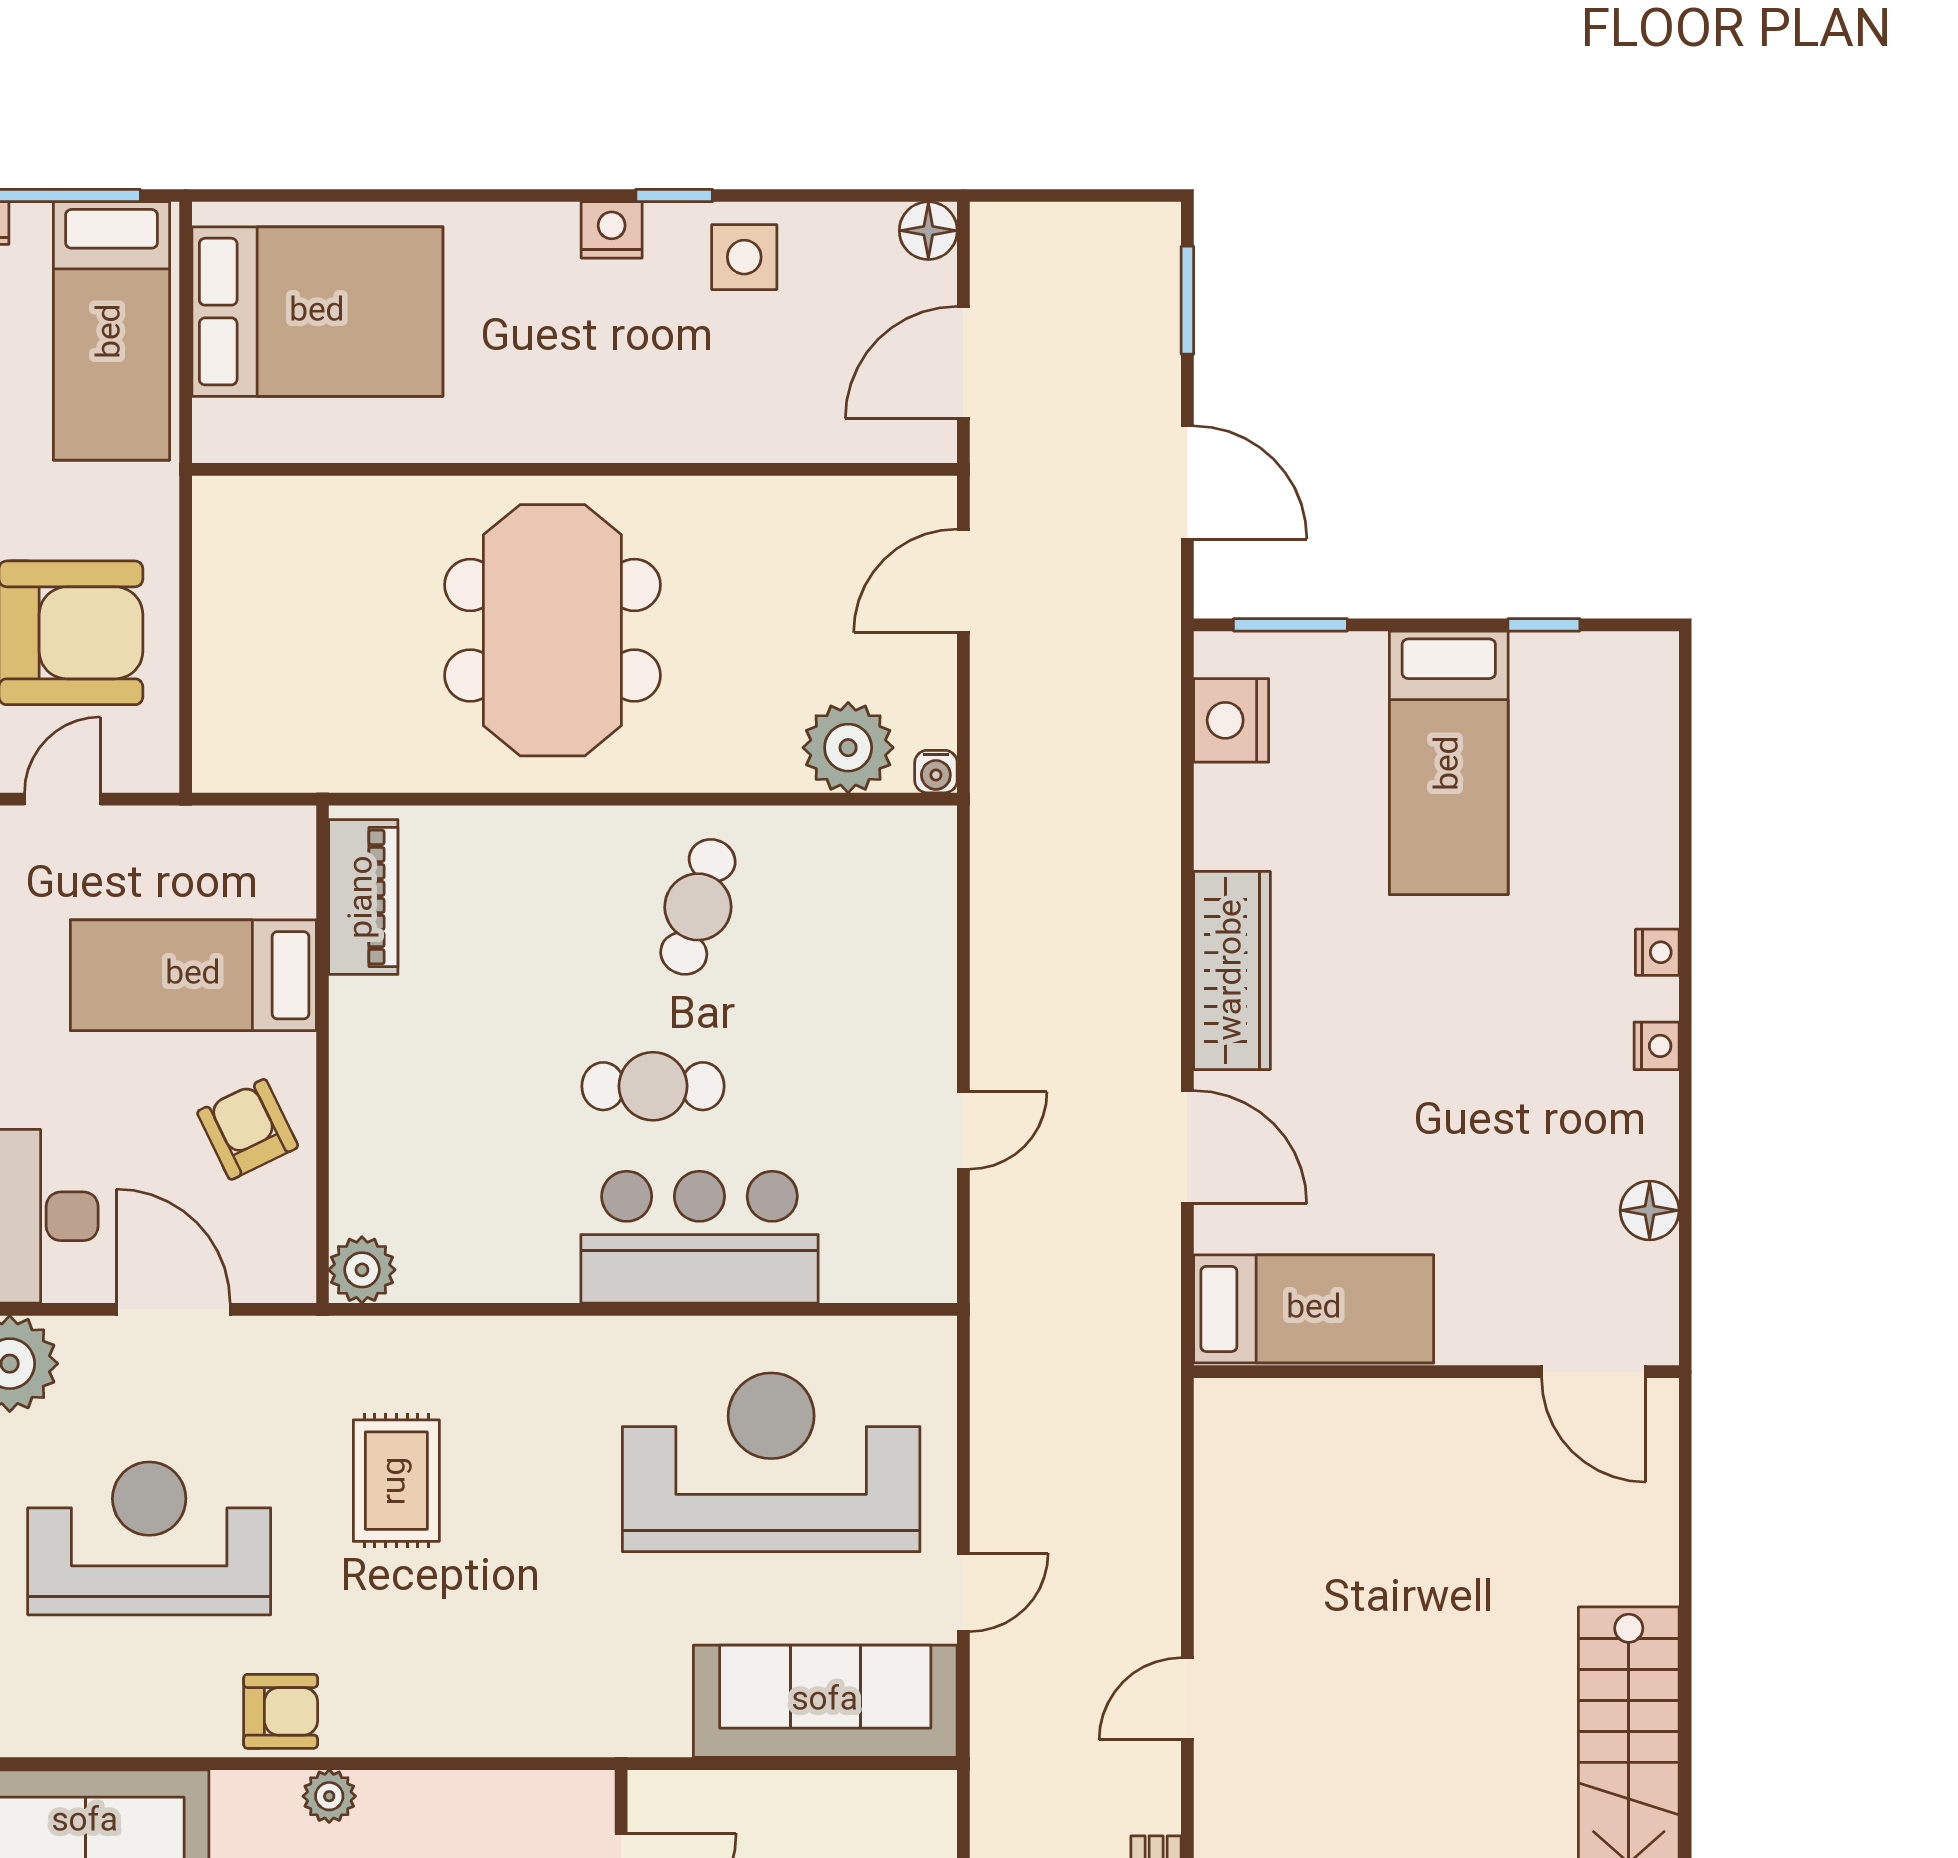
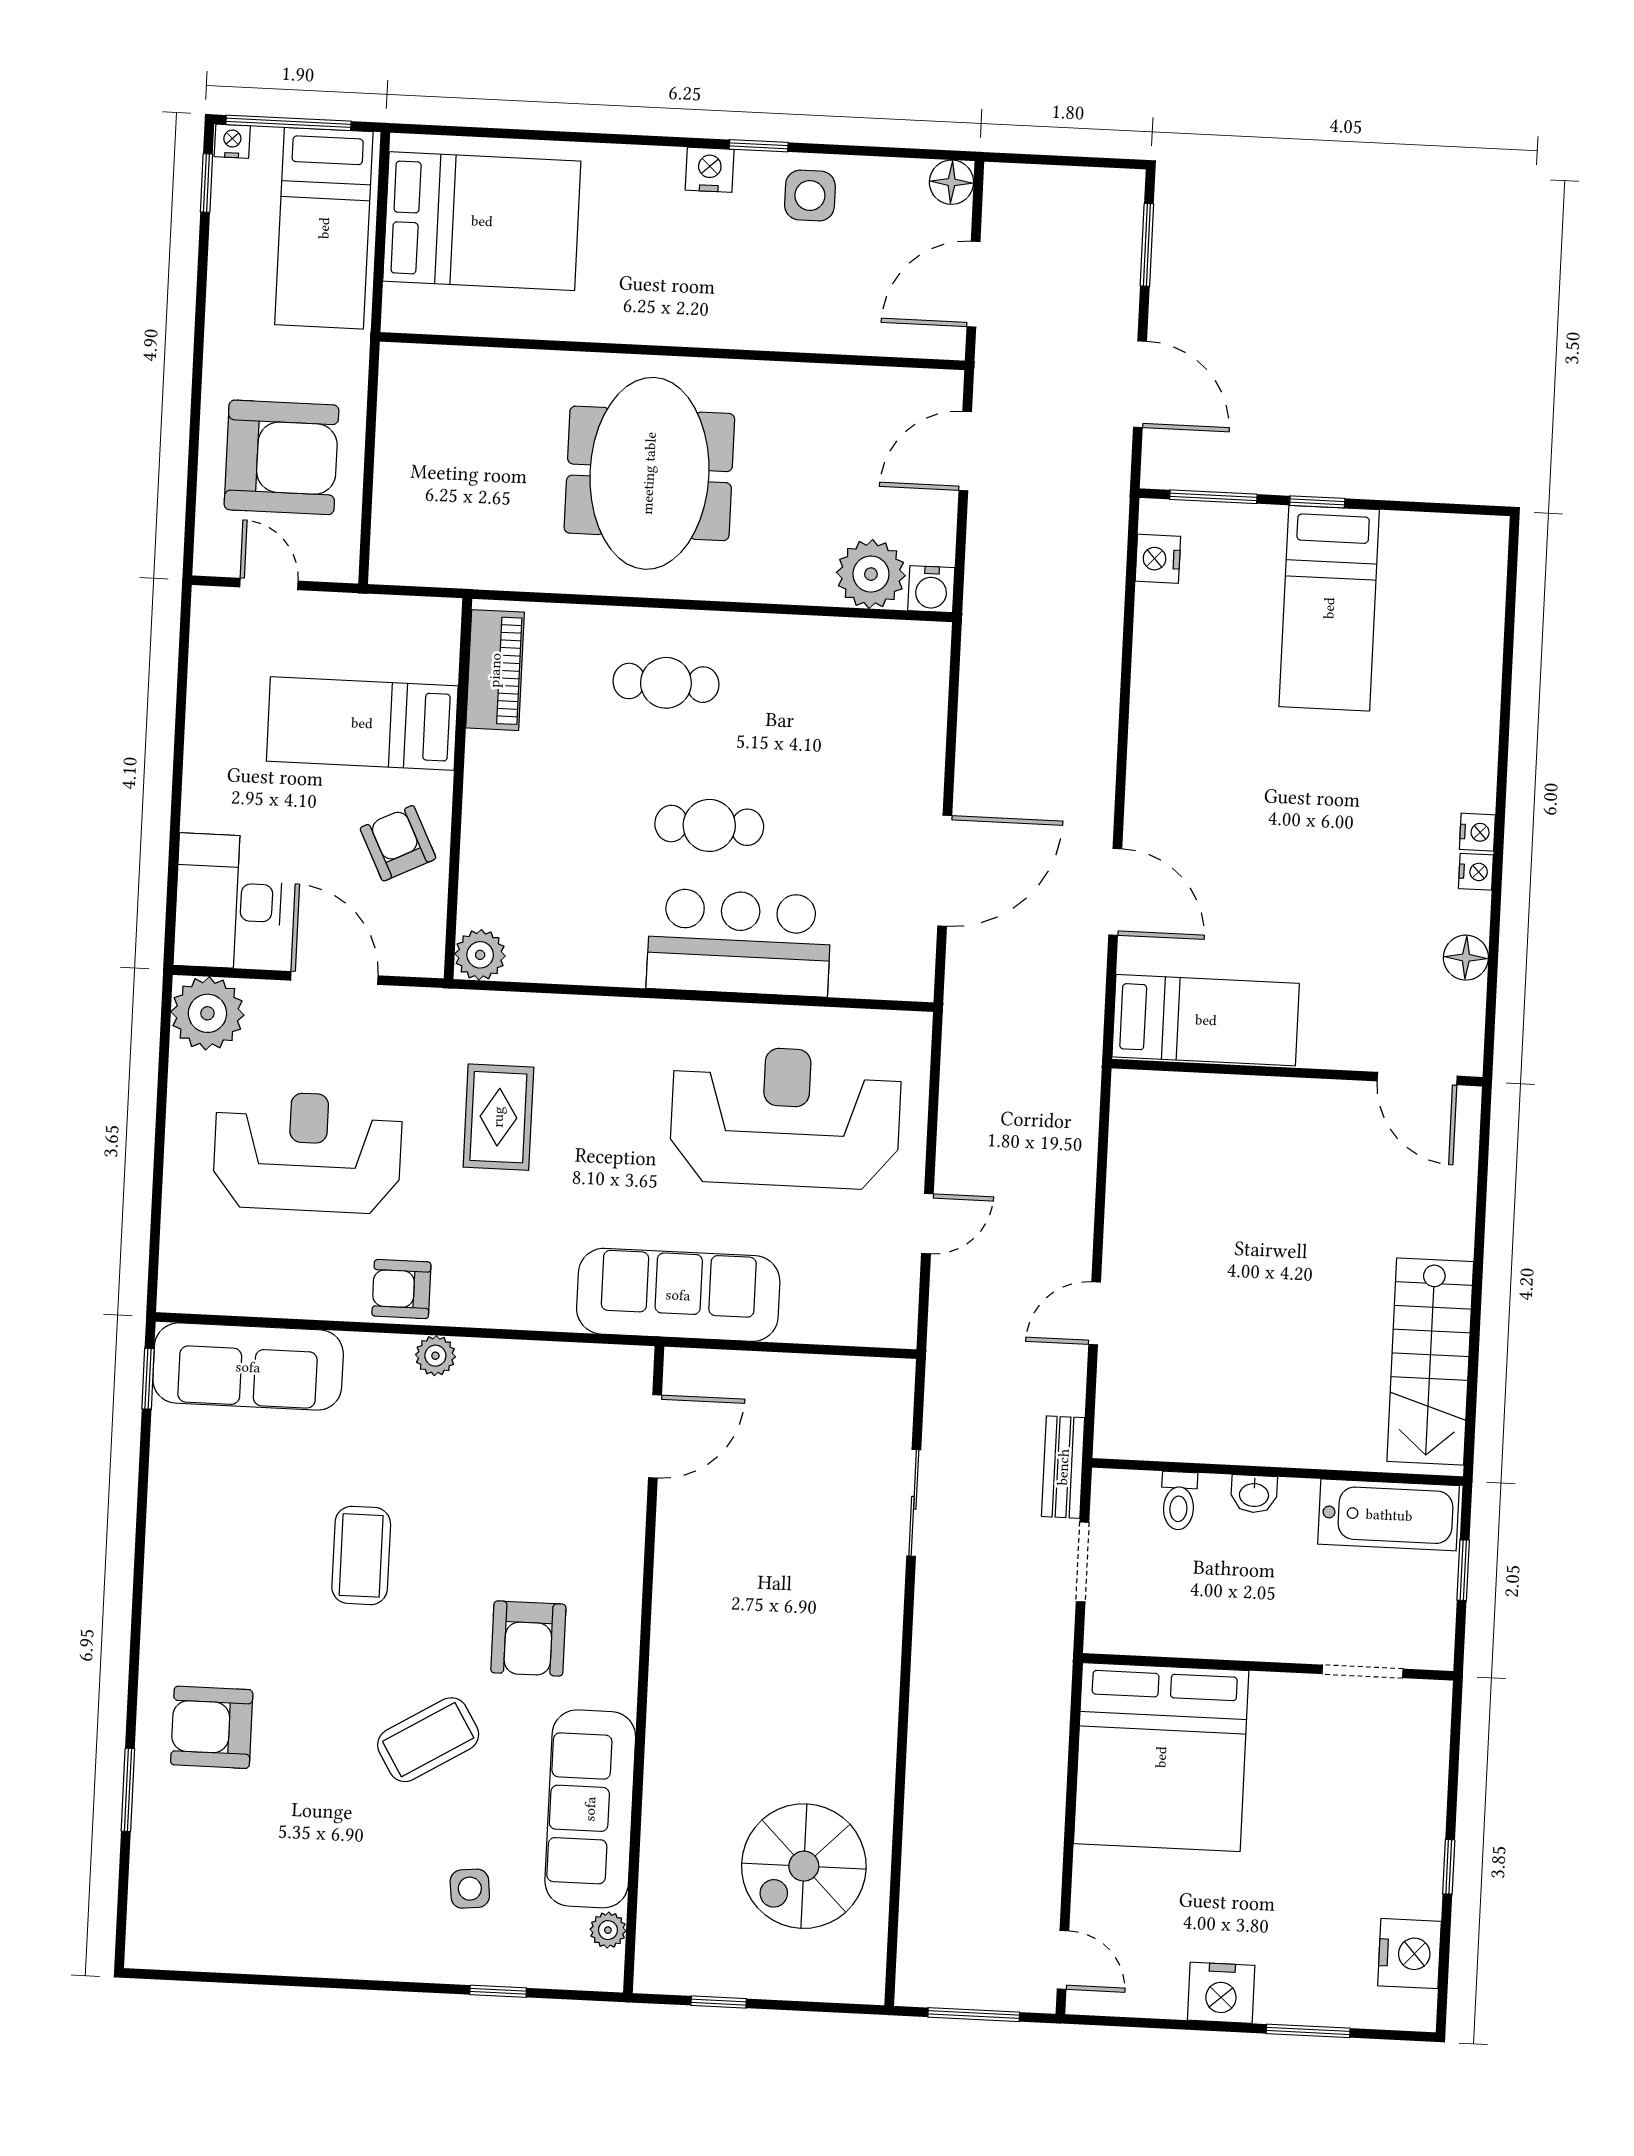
window: (1544, 625) -> (1317, 502), moved
nightstand: (1231, 720) -> (1158, 559), width x0.74, depth x0.75
water cooler: (936, 772) -> (931, 589), width x1.38, depth x1.38
door: (62, 799) -> (269, 584), hinge flipped
cafe table: (698, 907) -> (666, 683), moved, turned 73
nightstand: (1657, 952) -> (1476, 872), moved
wardrobe: (1232, 970) -> (1156, 759), removed
door: (963, 1130) -> (945, 871), width x1.87
sofa: (825, 1701) -> (678, 1295), moved
armchair: (281, 1711) -> (401, 1289), turned 180

